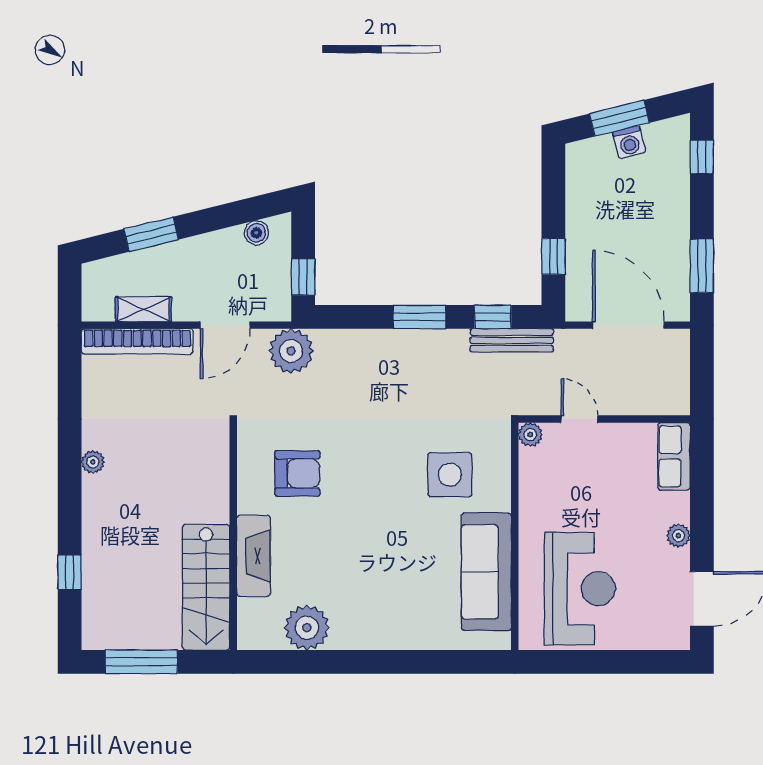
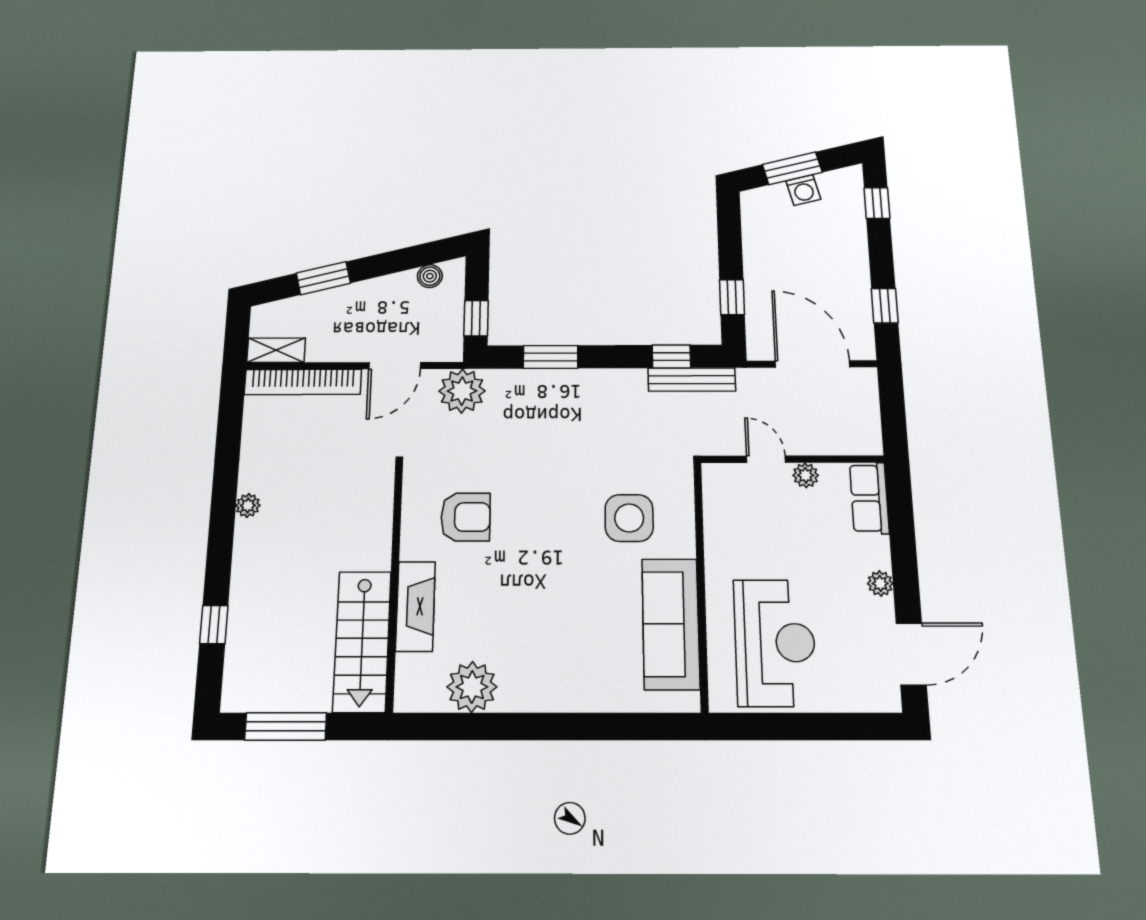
window: (702, 266) -> (885, 306), width x0.67
shelving: (143, 309) -> (276, 350), moved
window: (419, 317) -> (551, 357), moved
plant: (530, 435) -> (806, 475), moved

